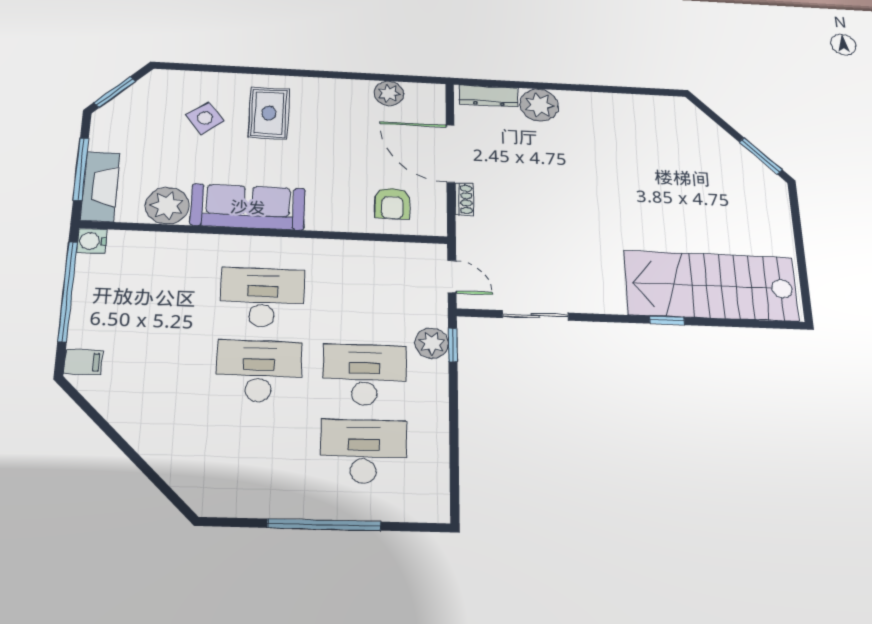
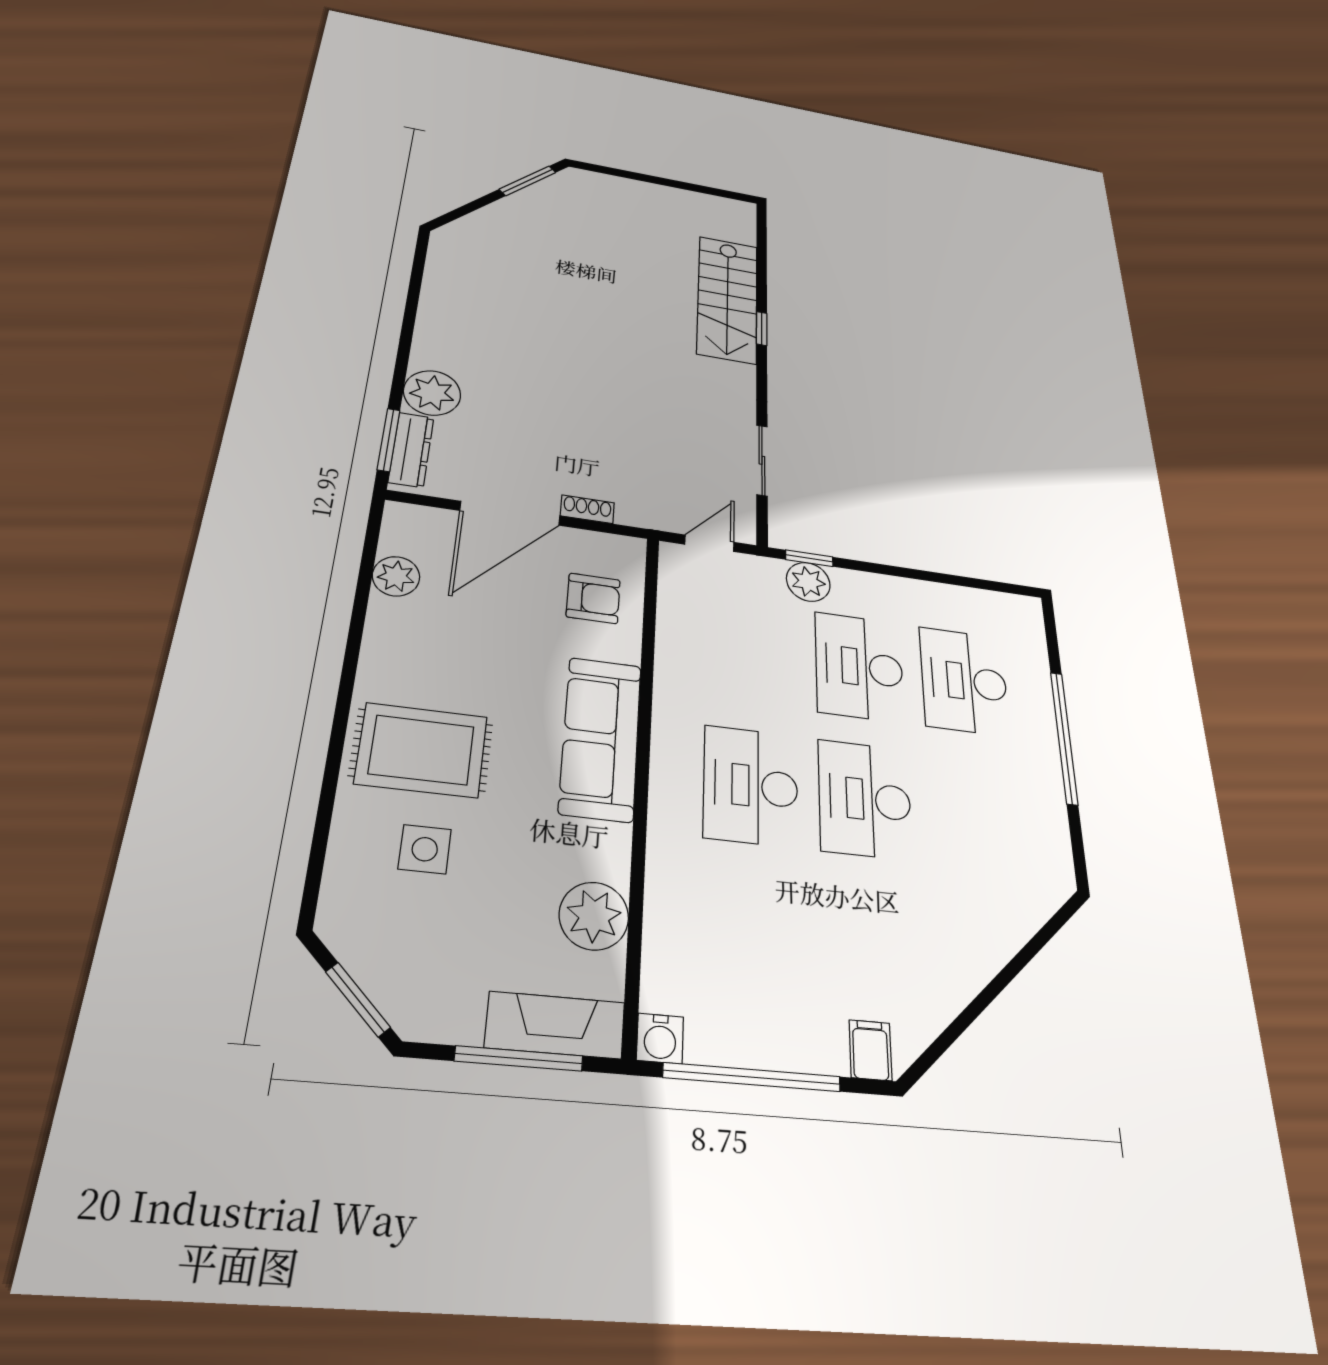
window: (494, 83) -> (389, 440), added
rug: (269, 113) -> (422, 750), width x1.36, depth x1.43
side table: (205, 118) -> (425, 849), turned 37
sofa: (248, 207) -> (601, 738), moved
stairs: (711, 286) -> (727, 299), width x0.73, depth x0.66

